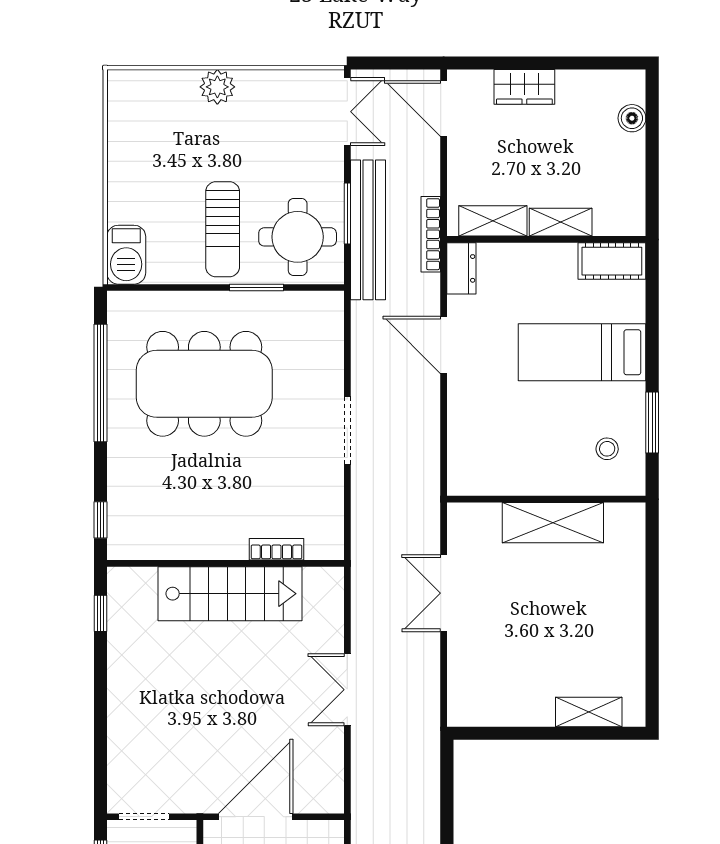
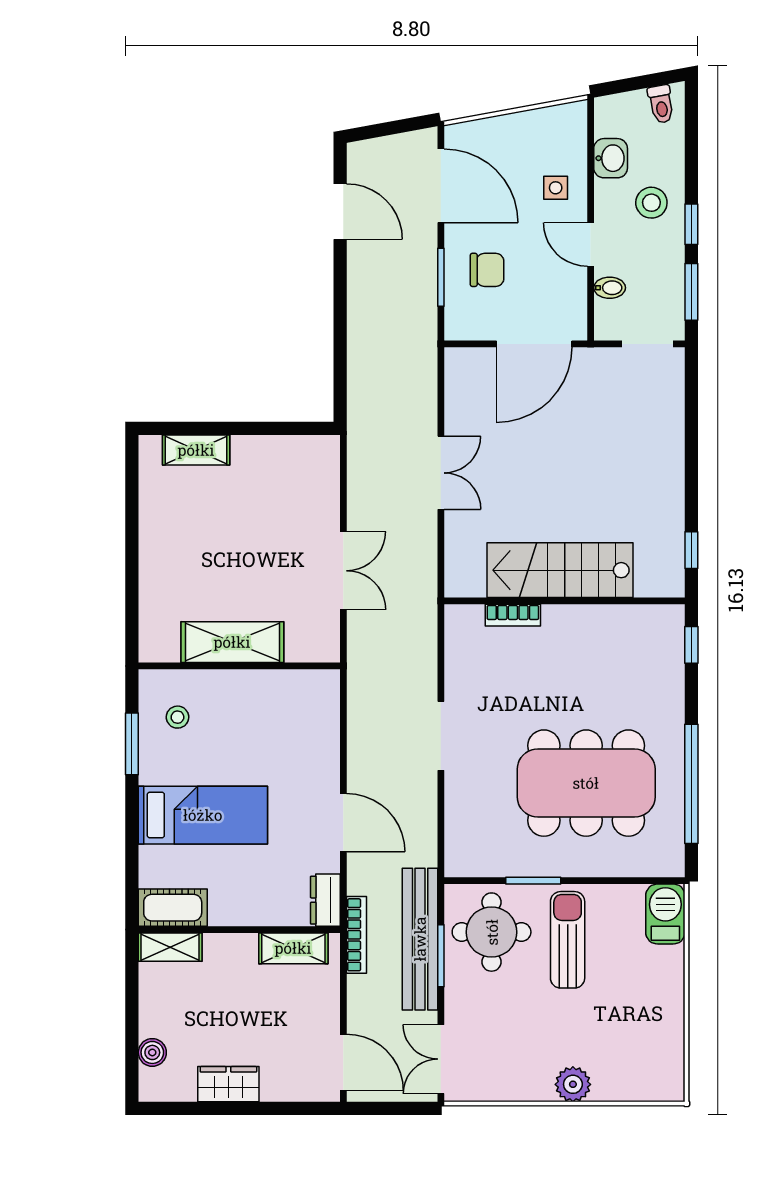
wardrobe: (524, 87) -> (228, 1084), moved
shelving: (561, 222) -> (170, 947), moved

